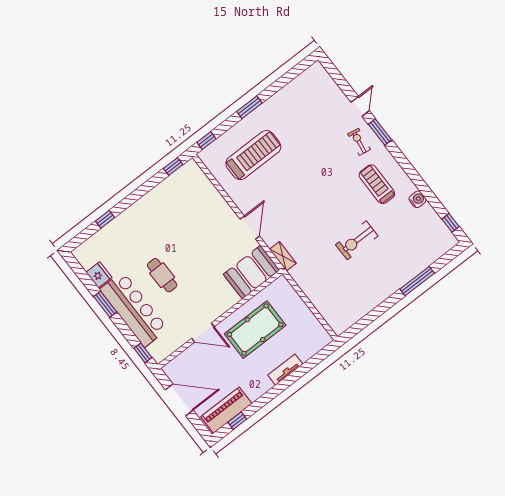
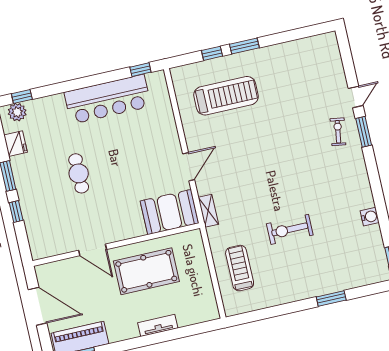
window: (207, 140) -> (212, 53), moved
treadmill: (377, 184) -> (240, 268), moved
window: (105, 219) -> (22, 97), moved
plant: (88, 248) -> (17, 112), added
window: (417, 281) -> (331, 298), width x0.69
bar counter: (134, 309) -> (108, 99), moved, turned 90
window: (143, 353) -> (16, 211), moved

